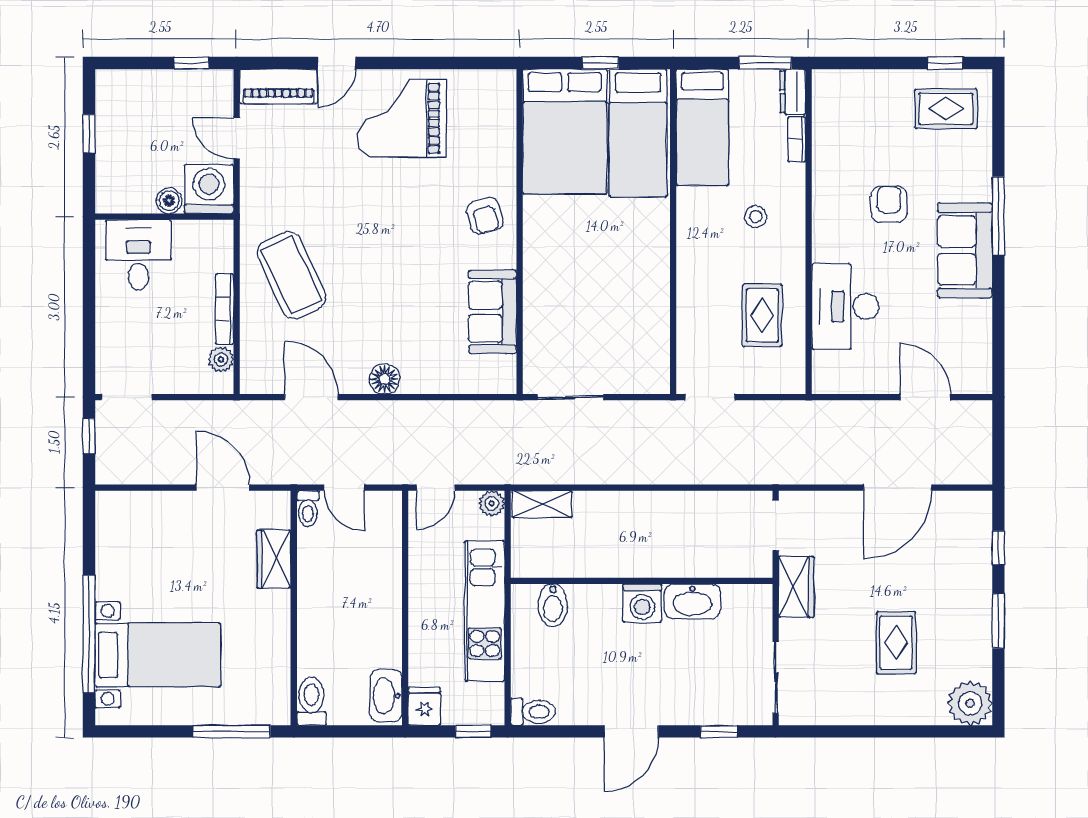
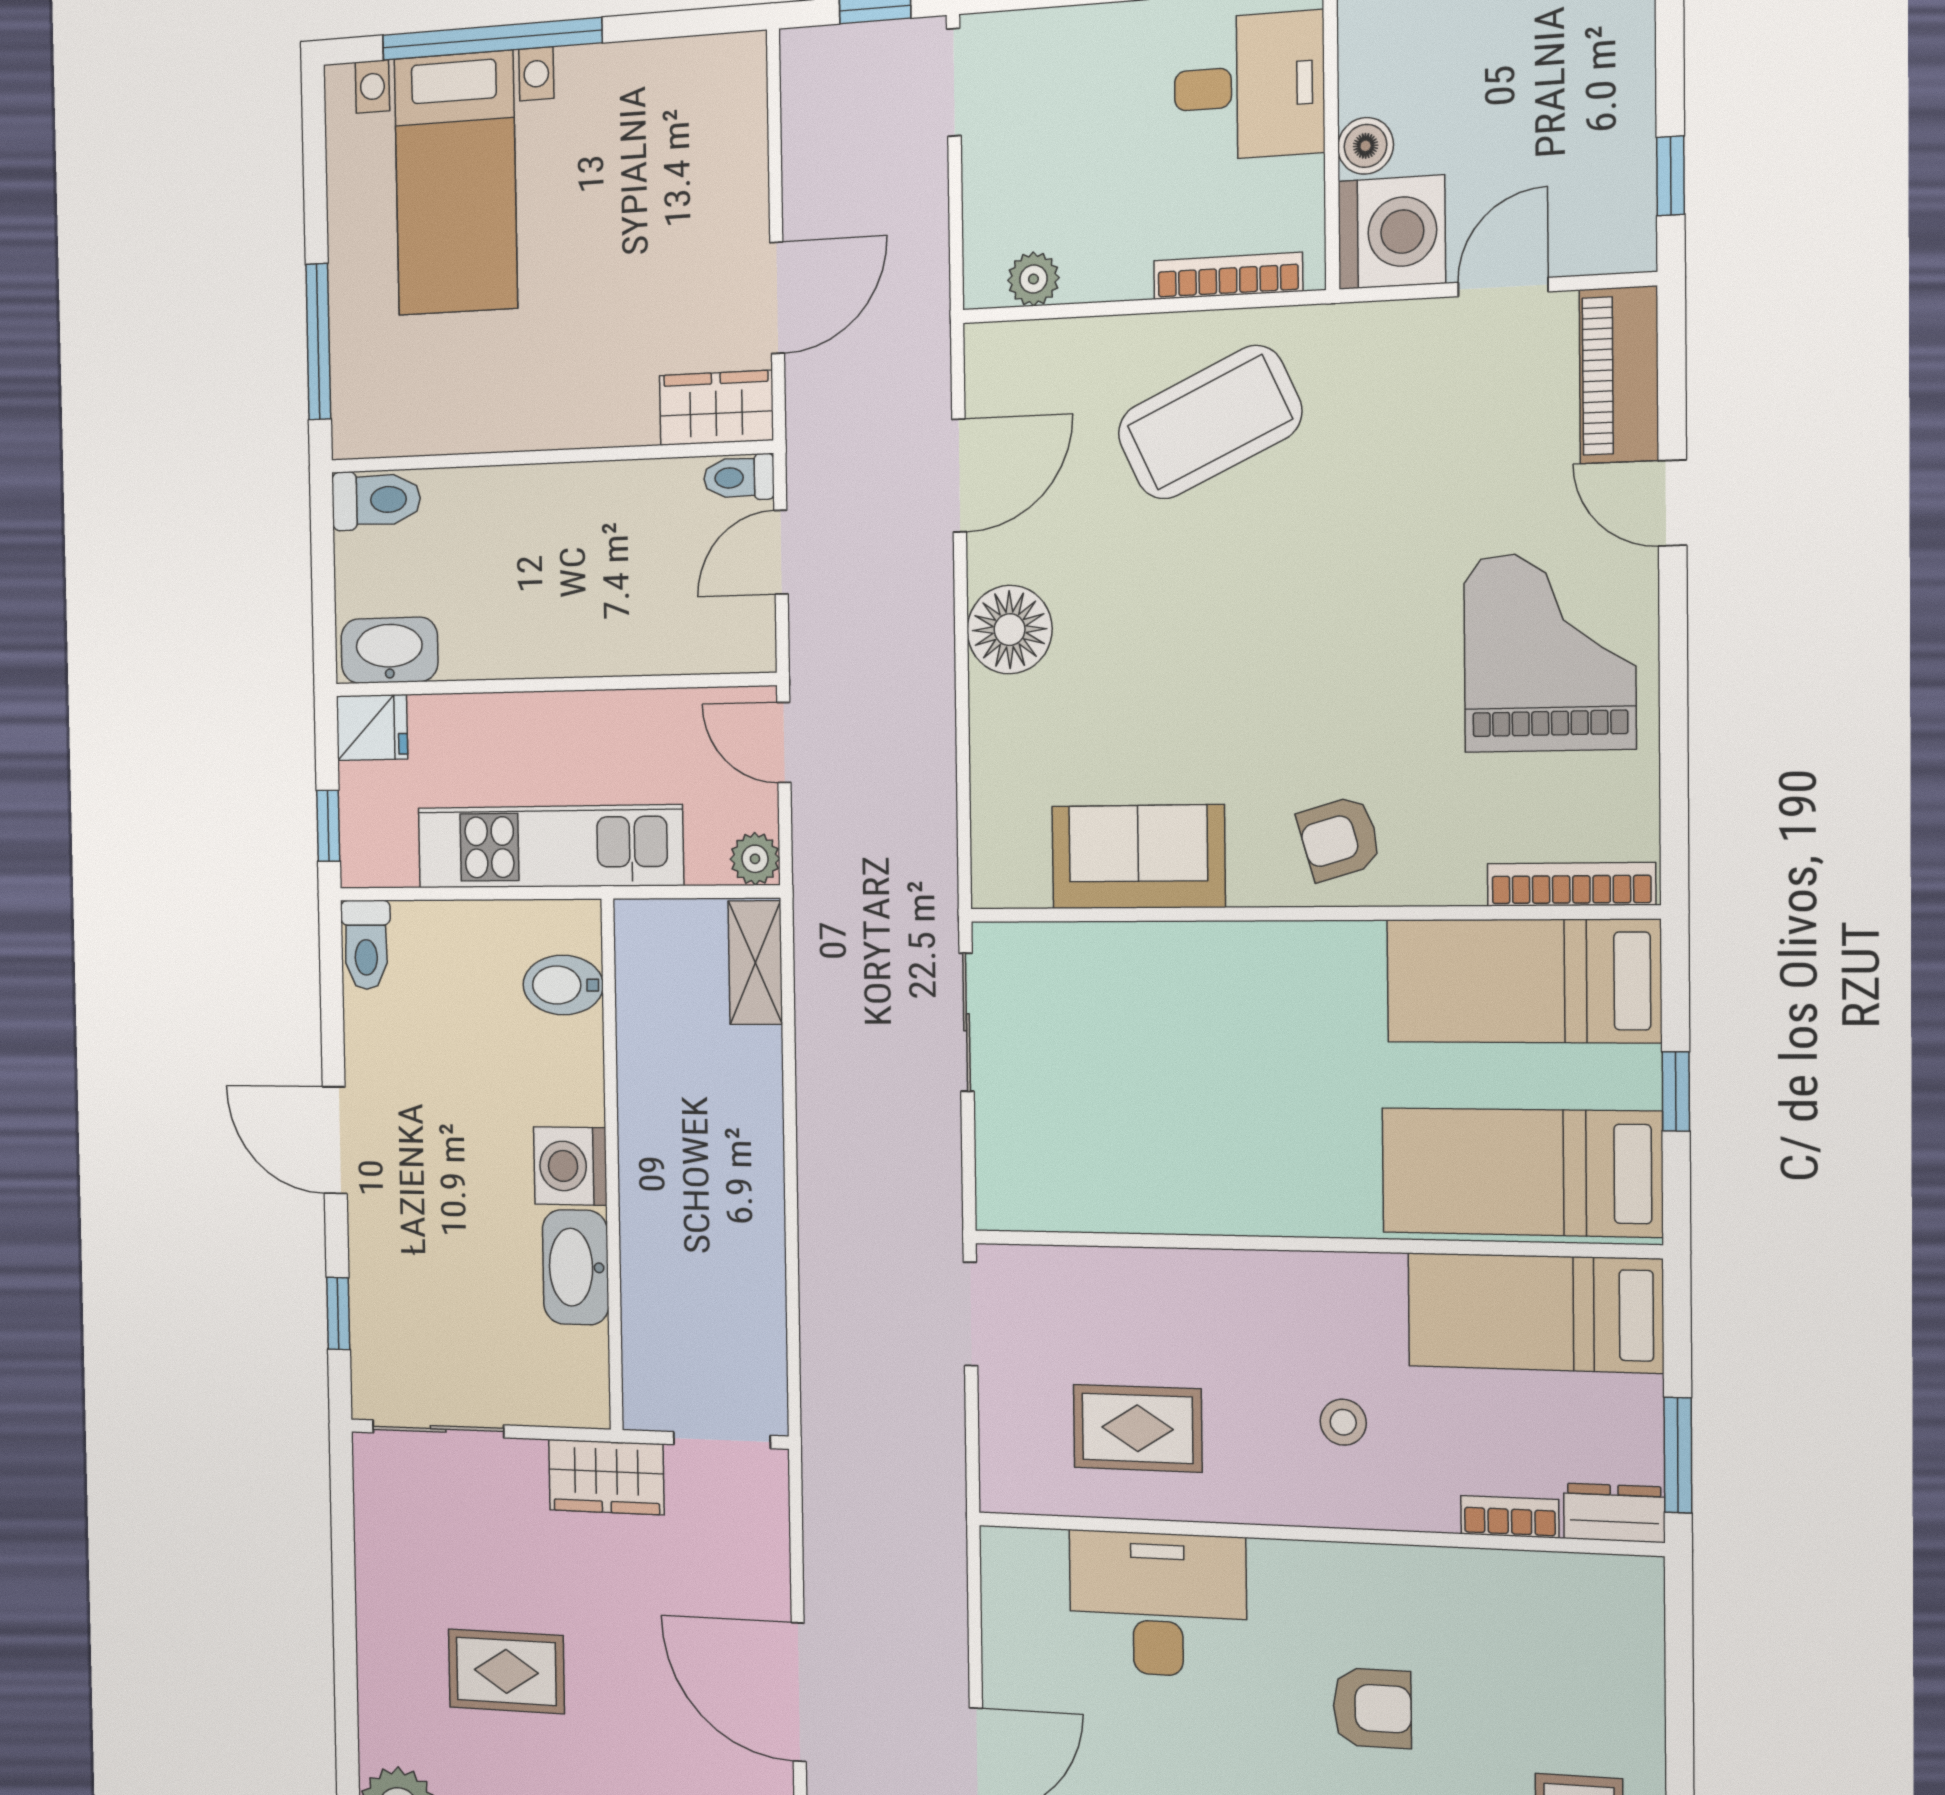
bookcase: (507, 109) -> (1571, 884), added
bed: (565, 131) -> (1523, 981), width x0.67
bookcase: (225, 309) -> (1228, 276), moved
floor lamp: (385, 379) -> (1010, 630), width x1.38, depth x1.38
wardrobe: (274, 559) -> (716, 408), moved

